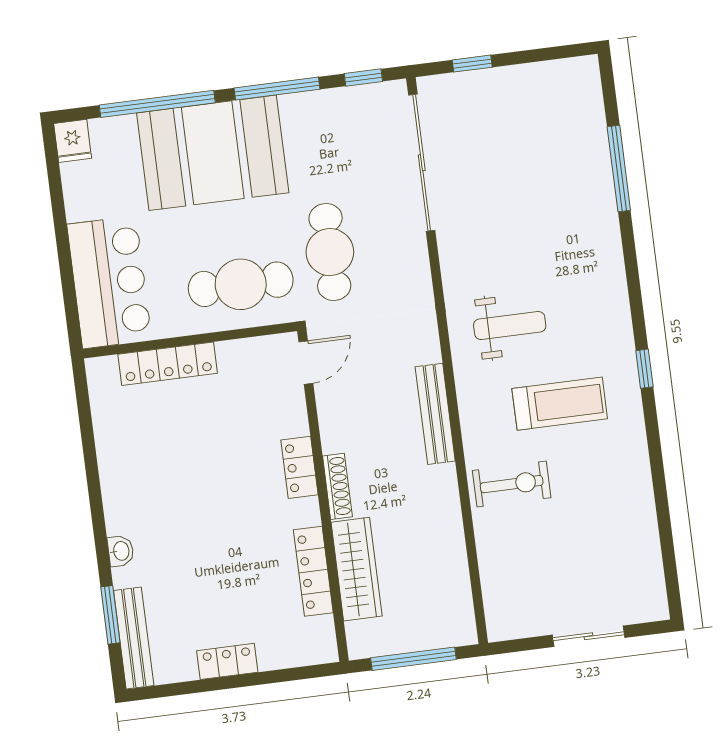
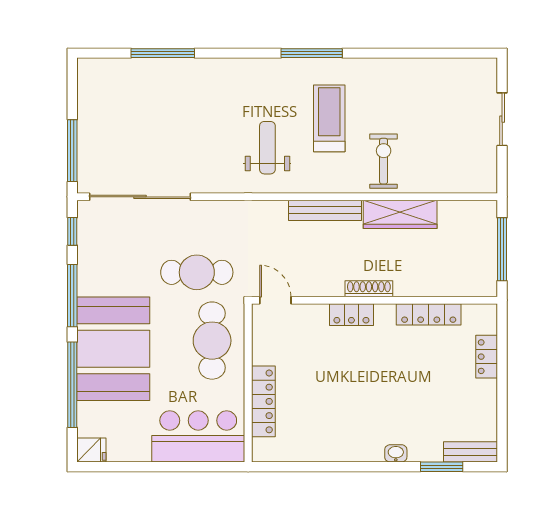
window: (472, 64) -> (72, 151), width x2.17
window: (644, 369) -> (312, 53), width x2.17
wardrobe: (357, 569) -> (400, 214), moved, turned 180
bench: (134, 638) -> (471, 452), width x0.73
locker: (227, 661) -> (487, 357), moved

